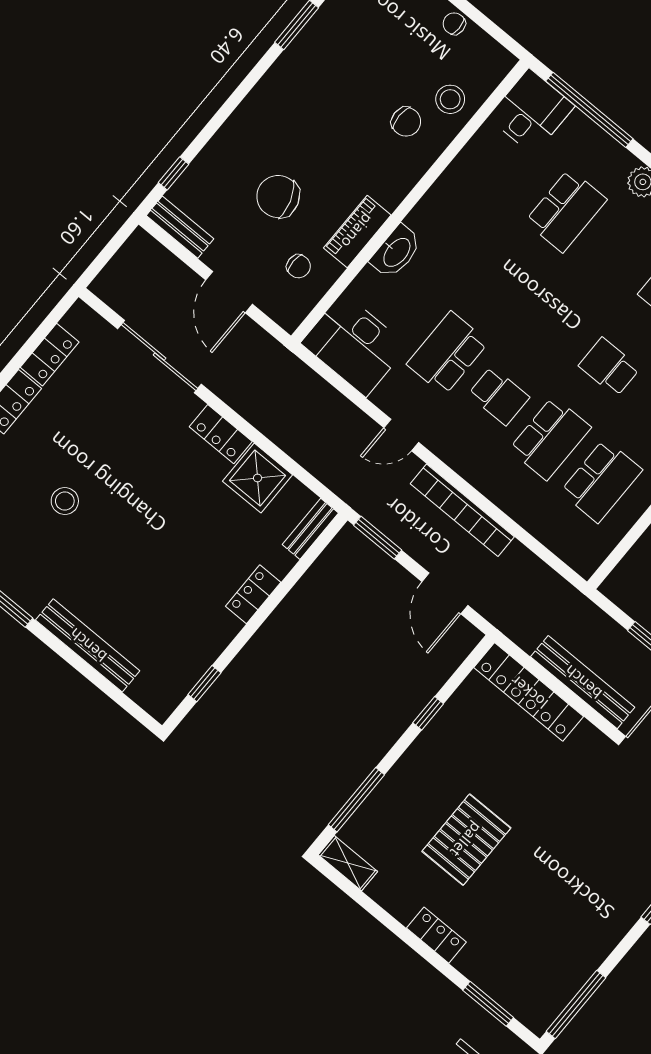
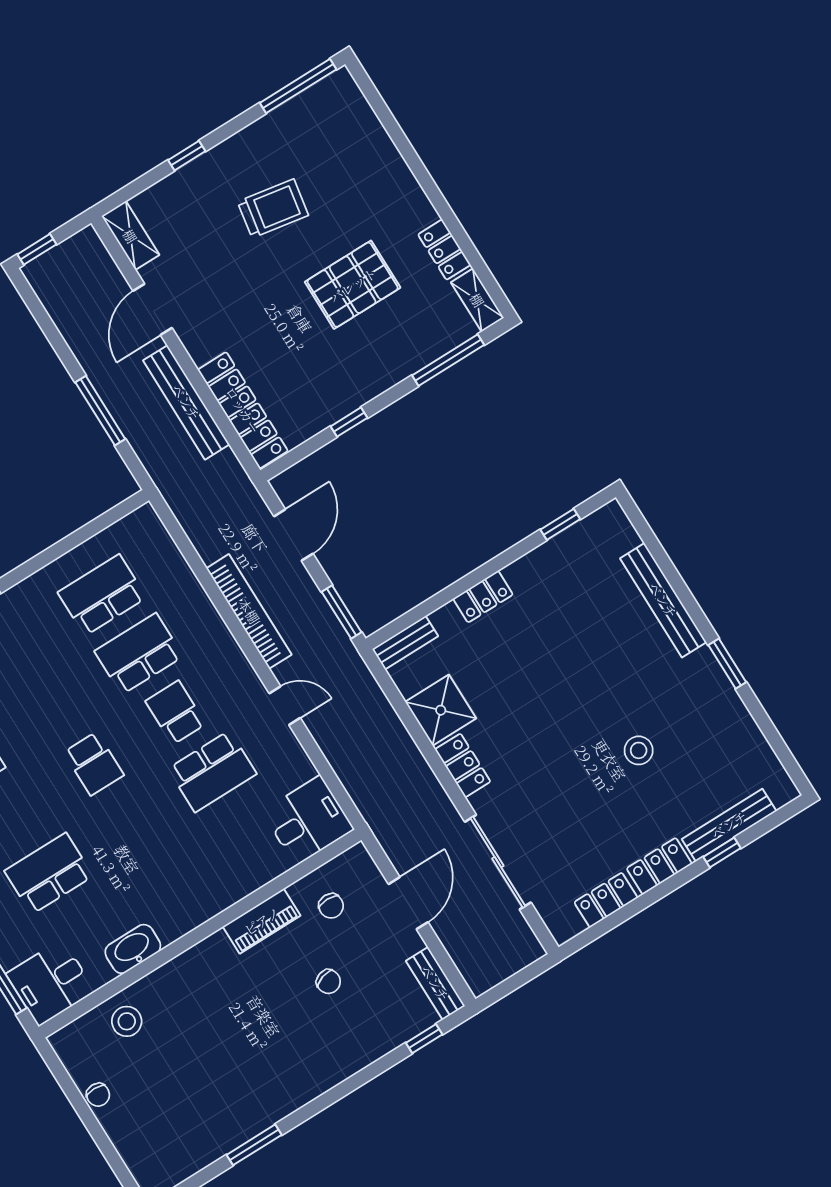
chair: (406, 122) -> (178, 1014), removed
chair: (278, 196) -> (328, 982), width x0.54, depth x0.54
washbasin: (396, 252) -> (133, 949), moved
chair: (299, 266) -> (331, 906), turned 180
desk: (354, 345) -> (308, 820), width x0.73
school desk: (609, 367) -> (94, 764), moved
trolley: (562, 885) -> (273, 208), added
locker: (436, 935) -> (444, 250), moved
window: (488, 1004) -> (385, 115), removed

